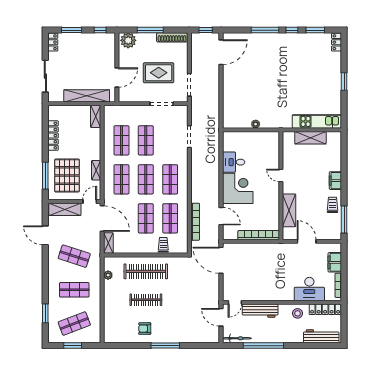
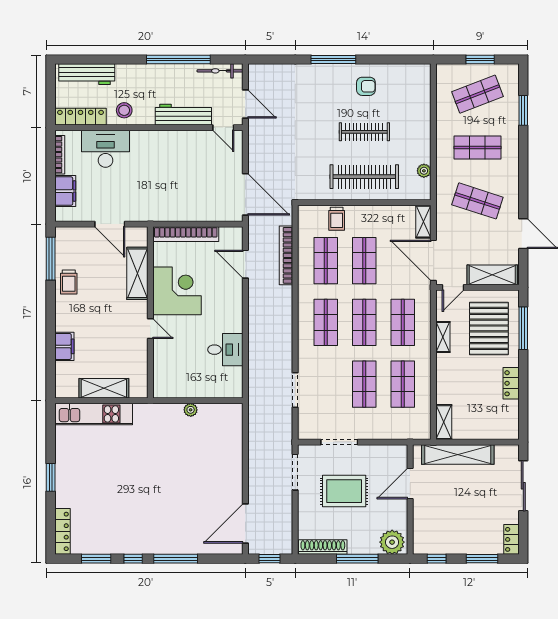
locker: (337, 42) -> (62, 531), width x1.53
locker: (53, 136) -> (511, 383), width x0.66
filing cabinet: (335, 181) -> (64, 346), moved
corner desk: (238, 188) -> (177, 291), moved, turned 180
door: (235, 302) -> (223, 128), swing flipped

